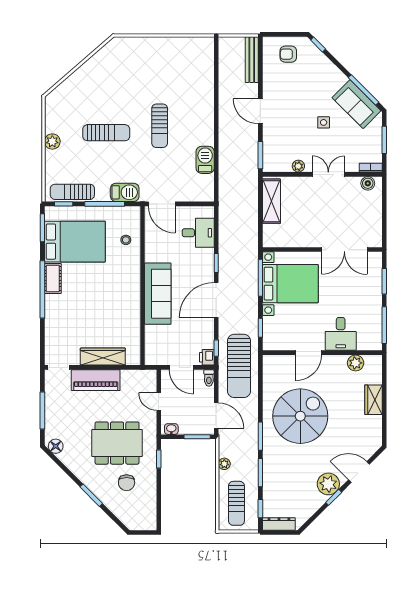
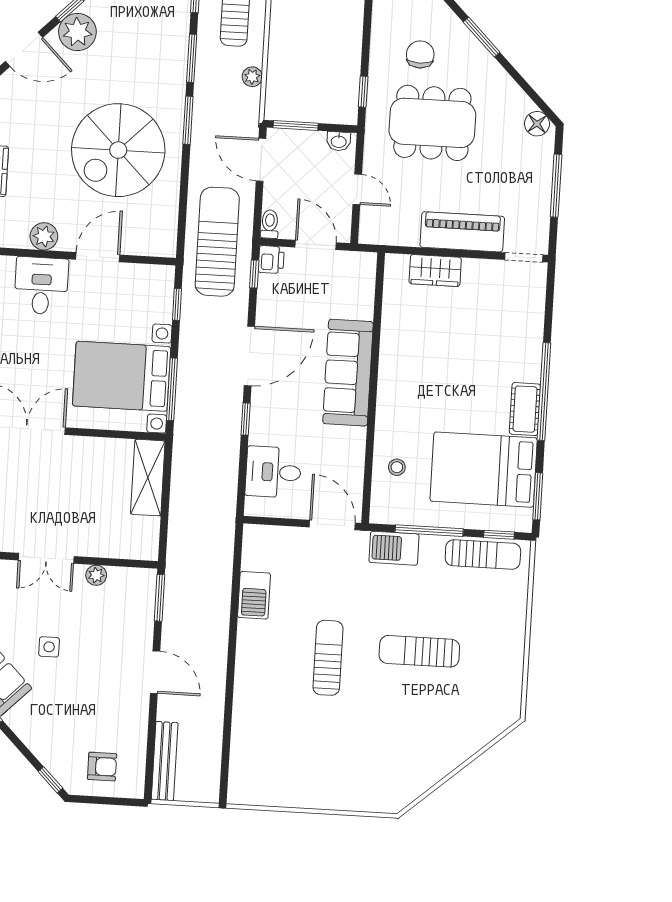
plant: (52, 142) -> (512, 642), removed
shelving: (272, 201) -> (148, 478), moved
wardrobe: (103, 357) -> (435, 271), width x0.67
plant: (356, 363) -> (44, 236), moved

